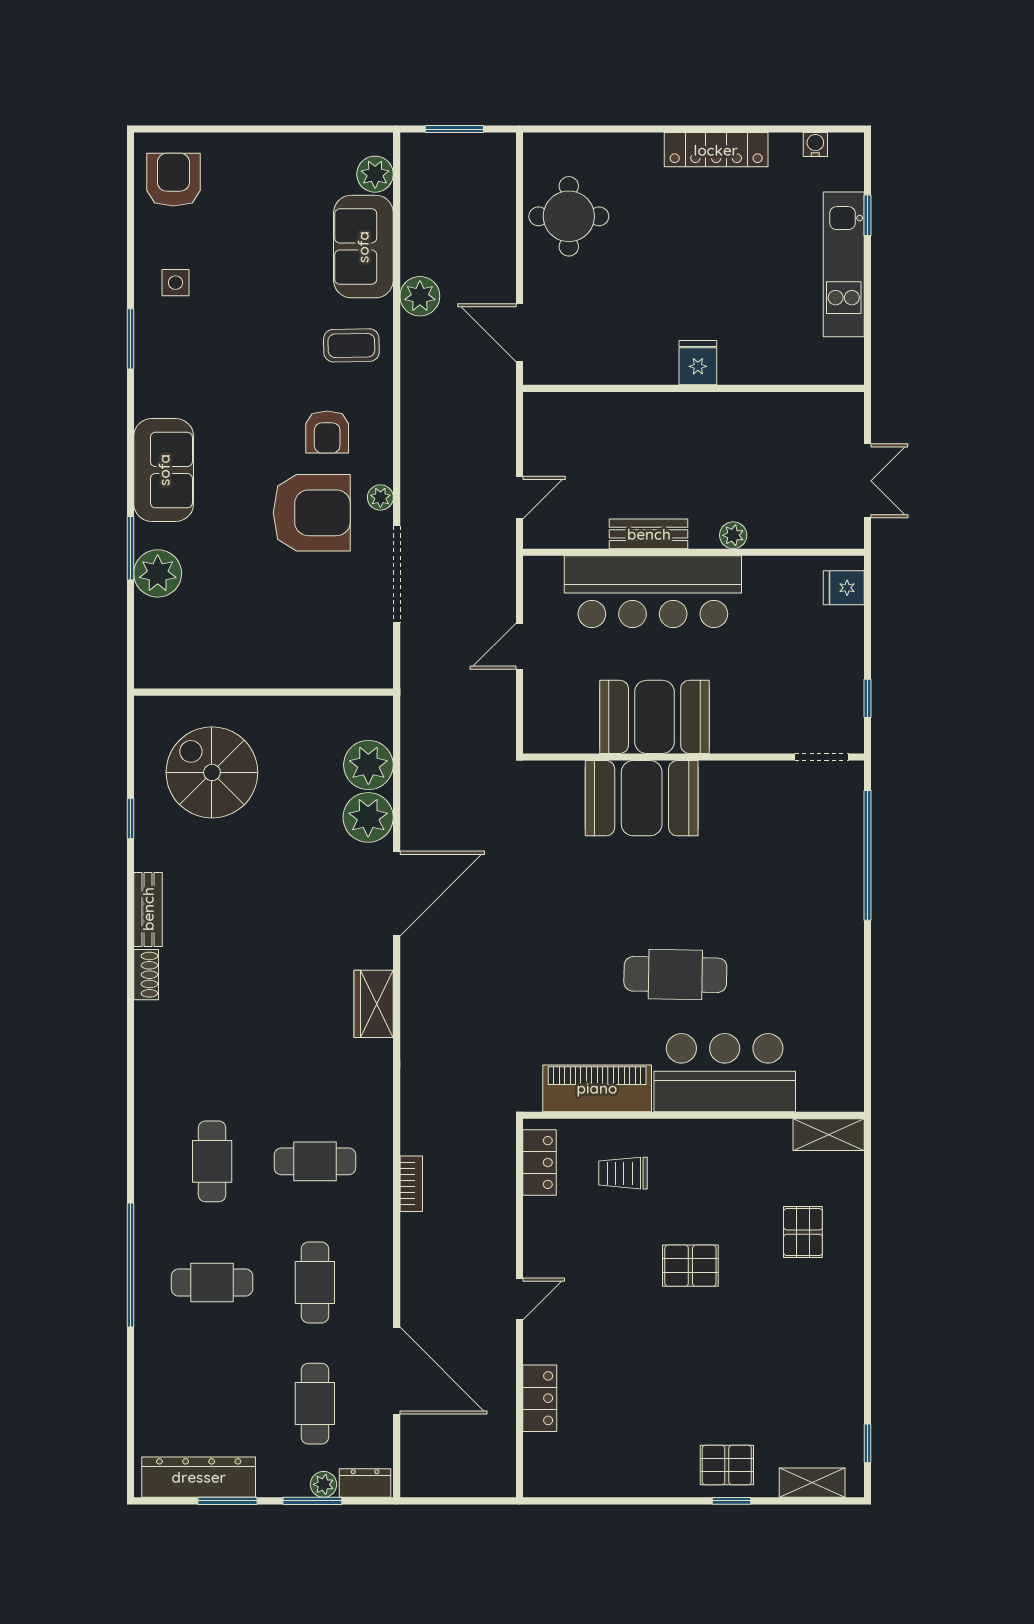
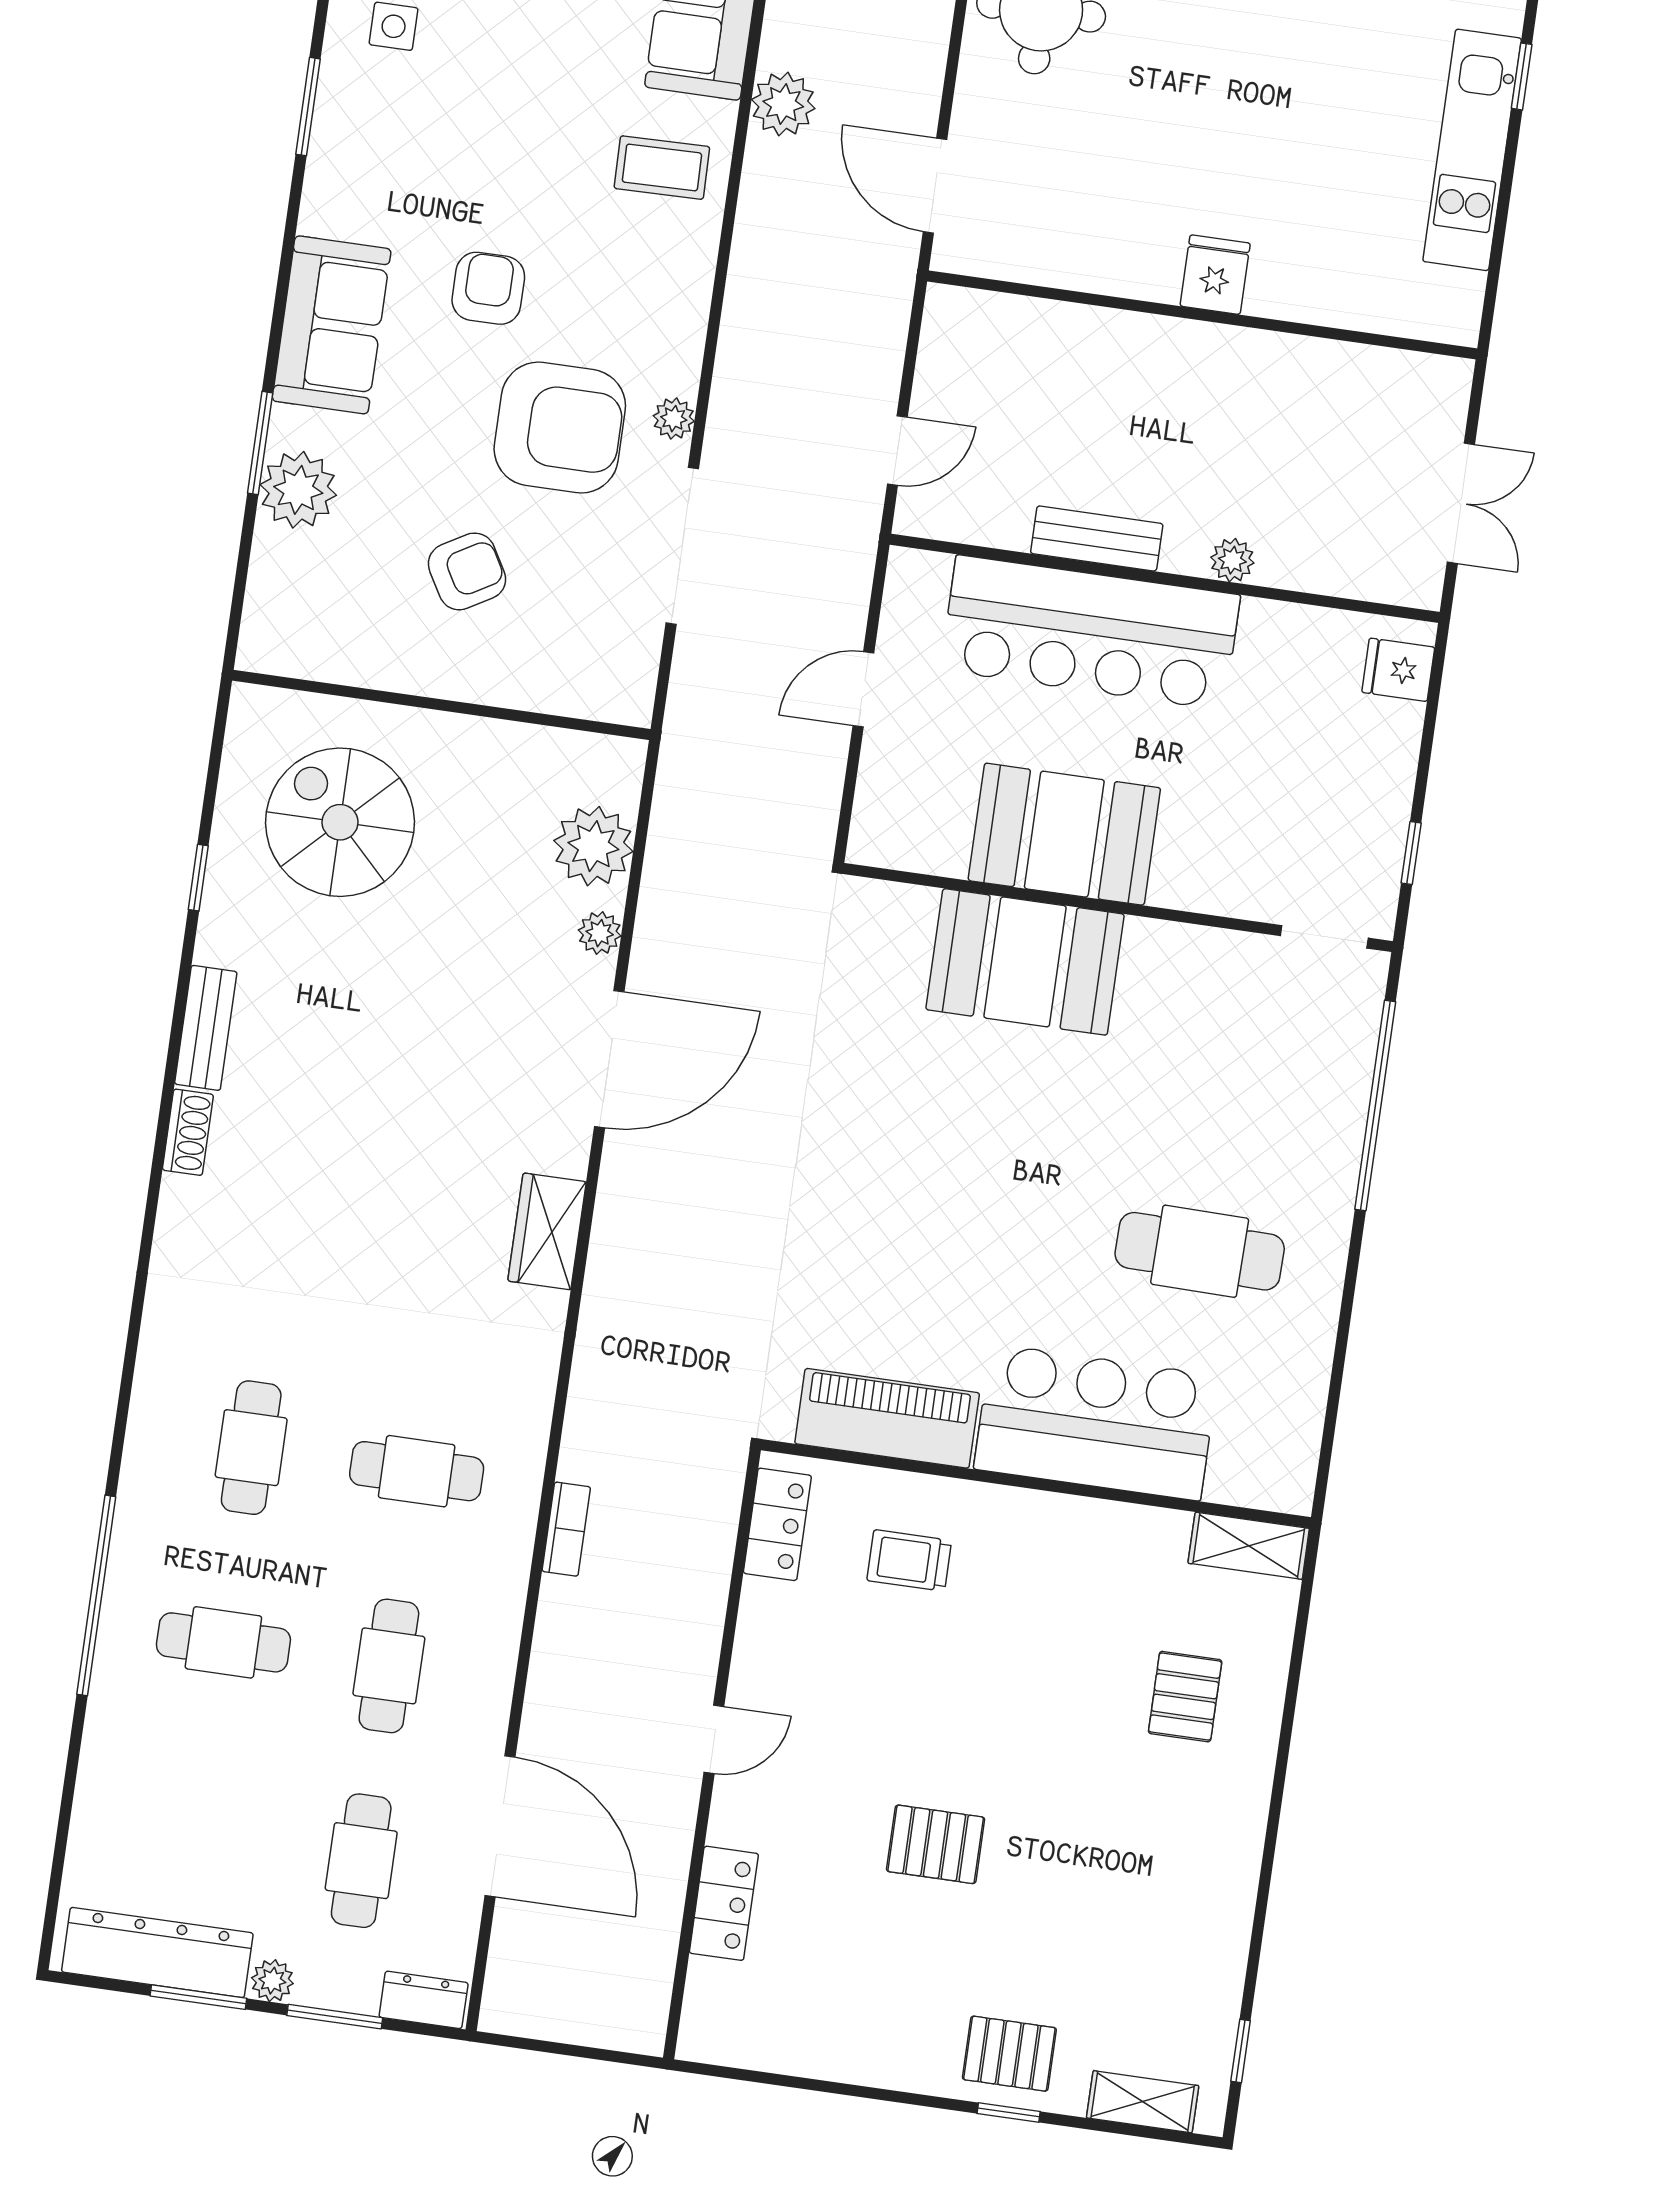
armchair: (327, 432) -> (488, 288), moved, turned 180
armchair: (268, 609) -> (467, 571), added
plant: (368, 817) -> (600, 933), width x0.53, depth x0.53
cafe table: (675, 975) -> (1200, 1251), moved
pallet: (690, 1266) -> (936, 1844), moved
plant: (324, 1484) -> (272, 1981), moved

